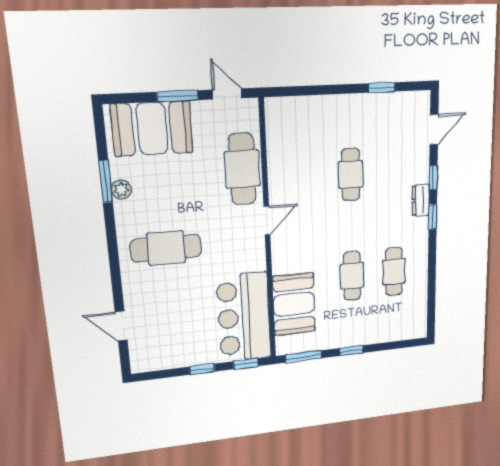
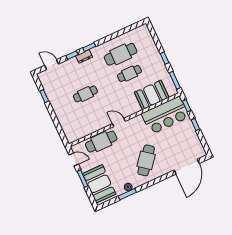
door: (227, 94) -> (74, 160), swing flipped
cafe table: (166, 248) -> (146, 160), turned 39
cafe table: (394, 272) -> (121, 54), width x1.37, depth x1.35
door: (121, 326) -> (187, 167), width x1.87

